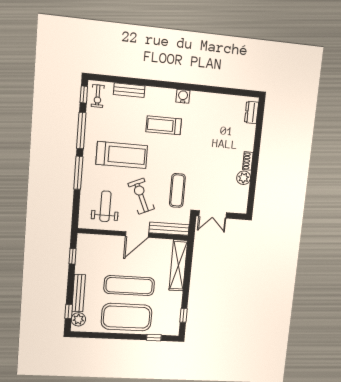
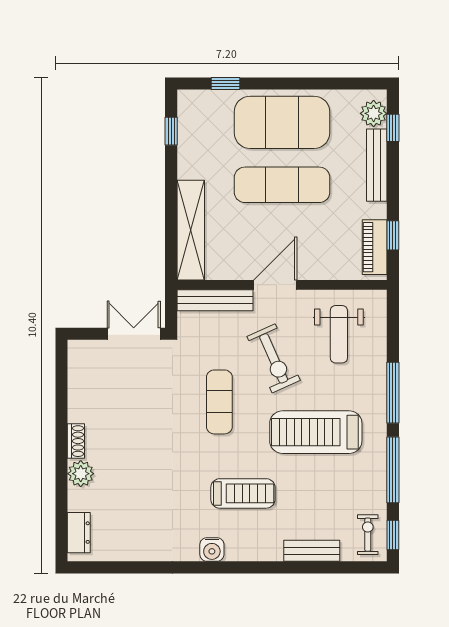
plant: (244, 178) -> (81, 474), moved
exercise mat: (177, 190) -> (219, 402), moved
piano: (83, 251) -> (375, 247), added

